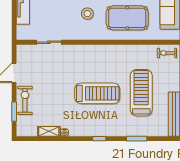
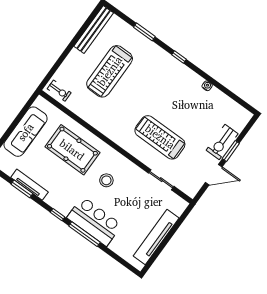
treadmill: (97, 93) -> (160, 137), moved
window: (14, 112) -> (231, 151), moved
shelving: (49, 131) -> (221, 97), removed

